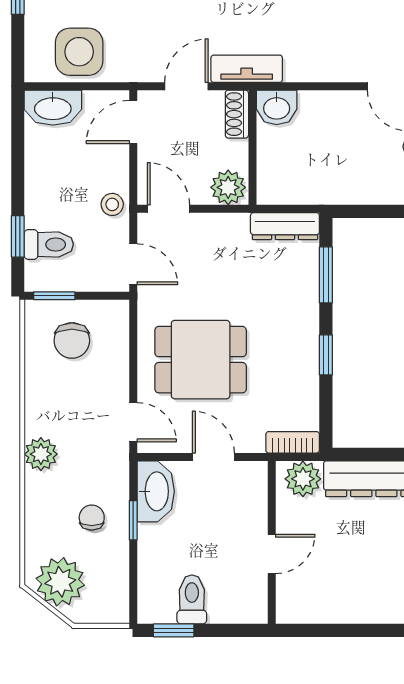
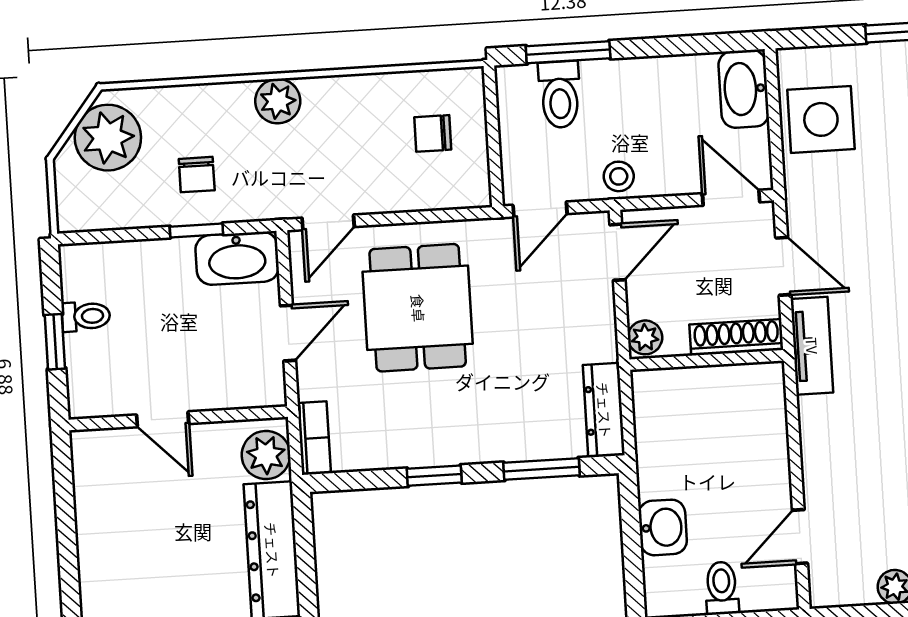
washbasin: (277, 107) -> (663, 527), moved, turned 180
shoe rack: (237, 114) -> (736, 337), width x1.43
plant: (228, 187) -> (645, 337), width x0.73, depth x0.73
window: (18, 236) -> (568, 52), width x1.50
window: (54, 296) -> (491, 106), removed
chair: (72, 341) -> (433, 133), width x0.73, depth x0.73
chair: (92, 518) -> (197, 175), turned 90
toilet: (192, 599) -> (86, 316), width x0.73, depth x0.72
window: (174, 630) -> (55, 342), moved

